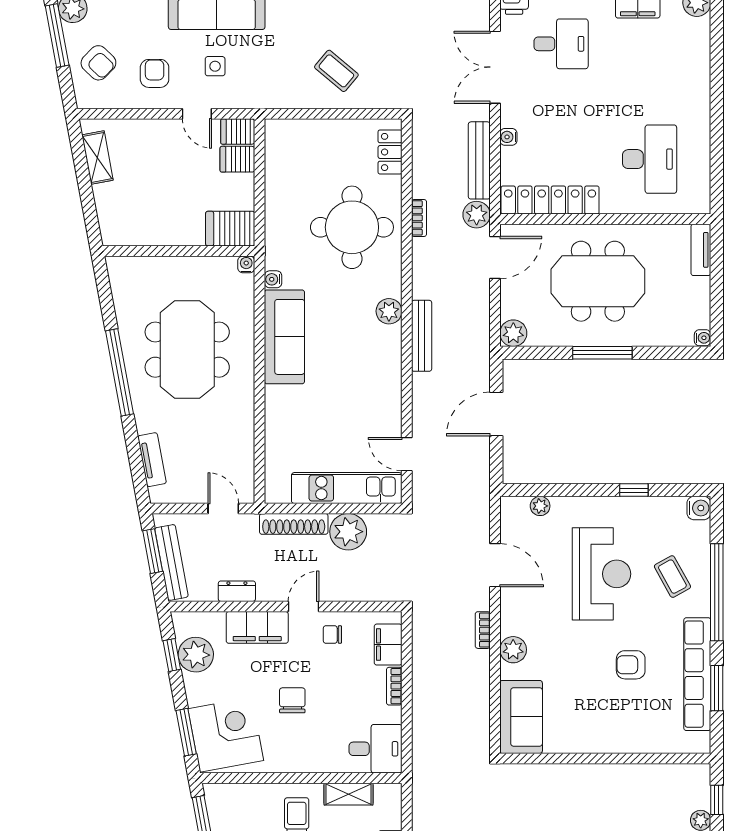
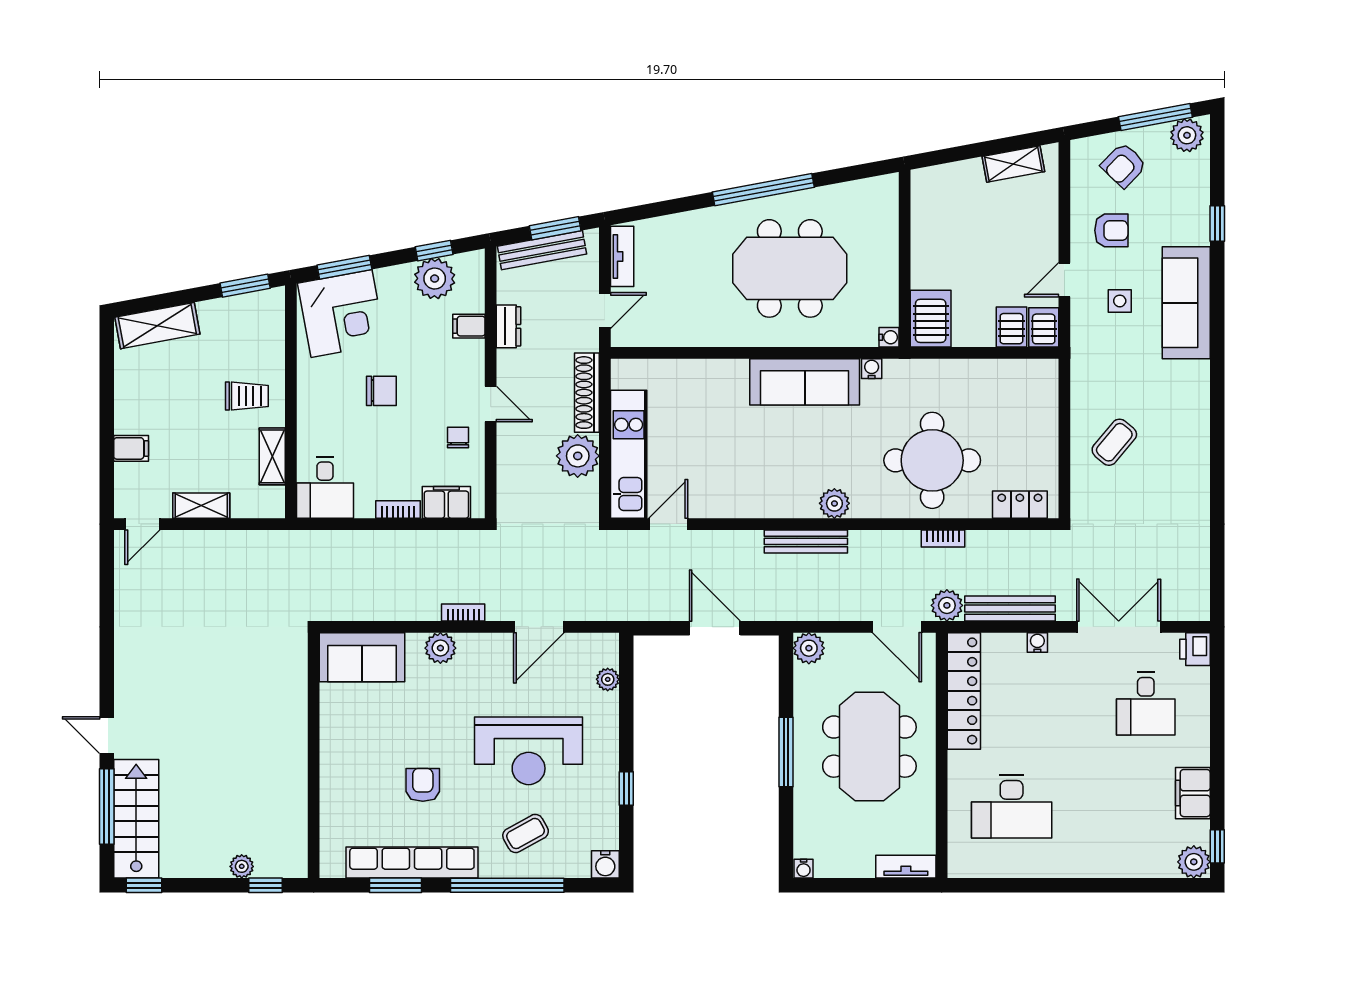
tv unit: (152, 460) -> (622, 256), moved, turned -80
filing cabinet: (257, 627) -> (469, 326), width x0.33, depth x0.86

